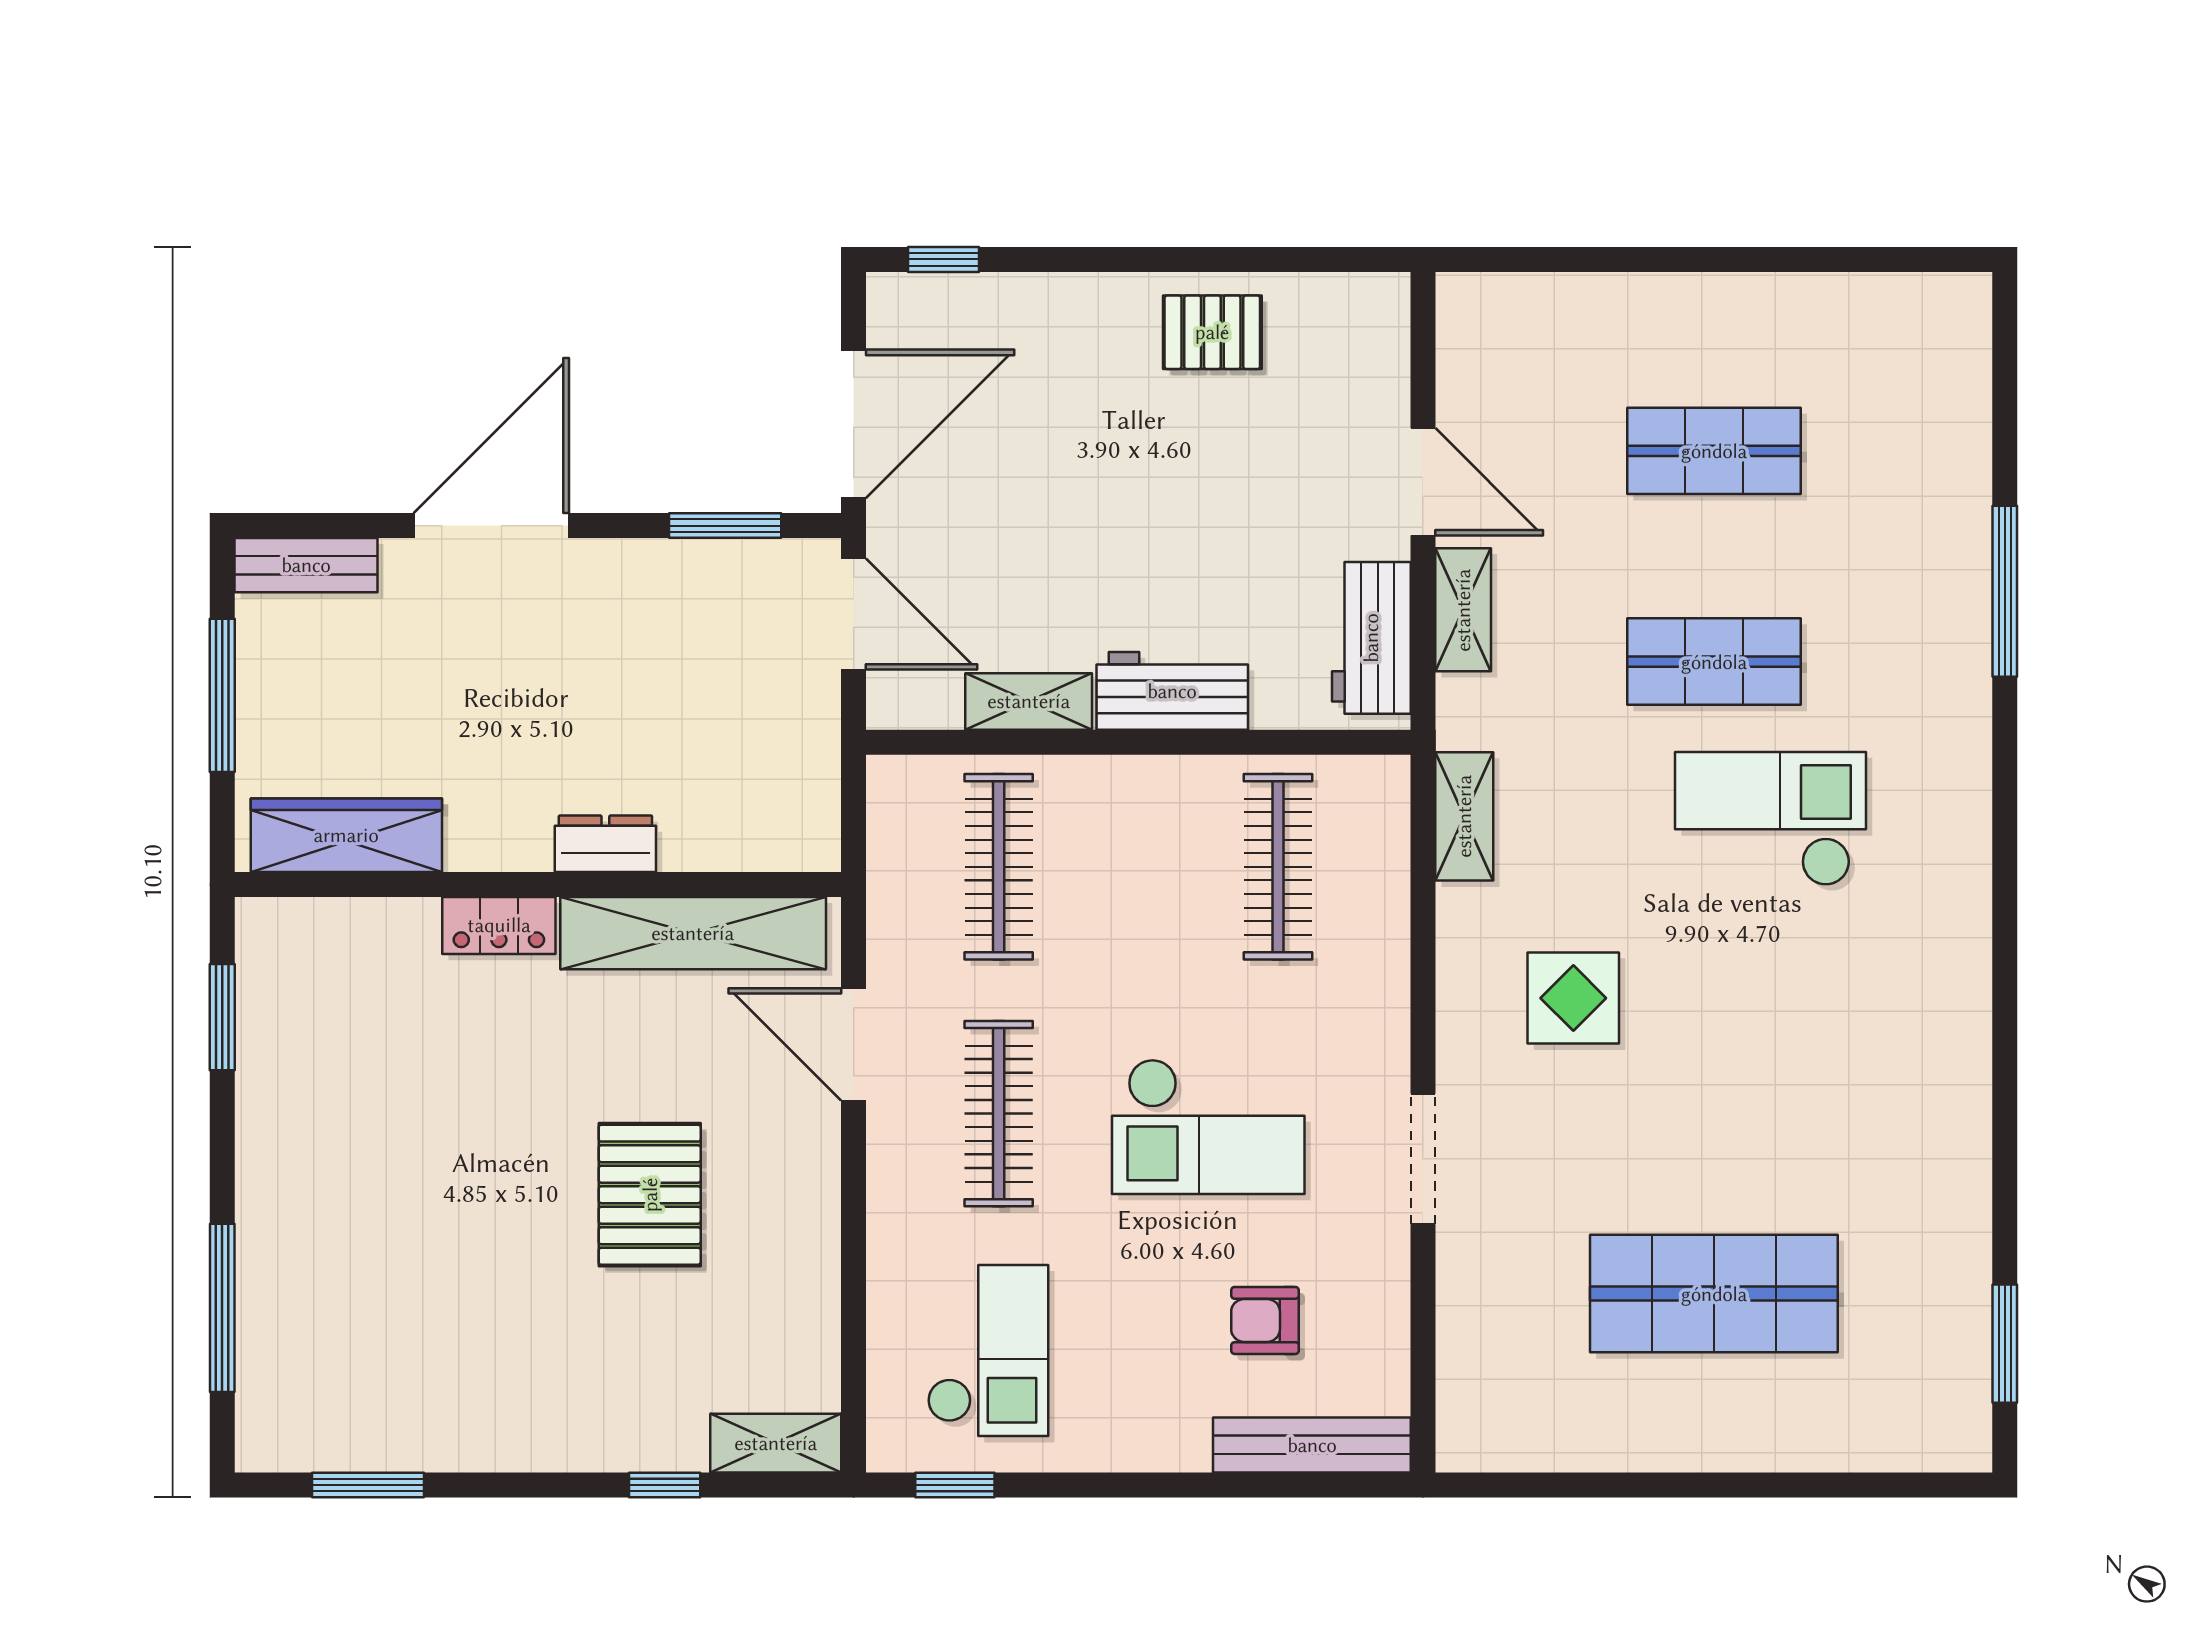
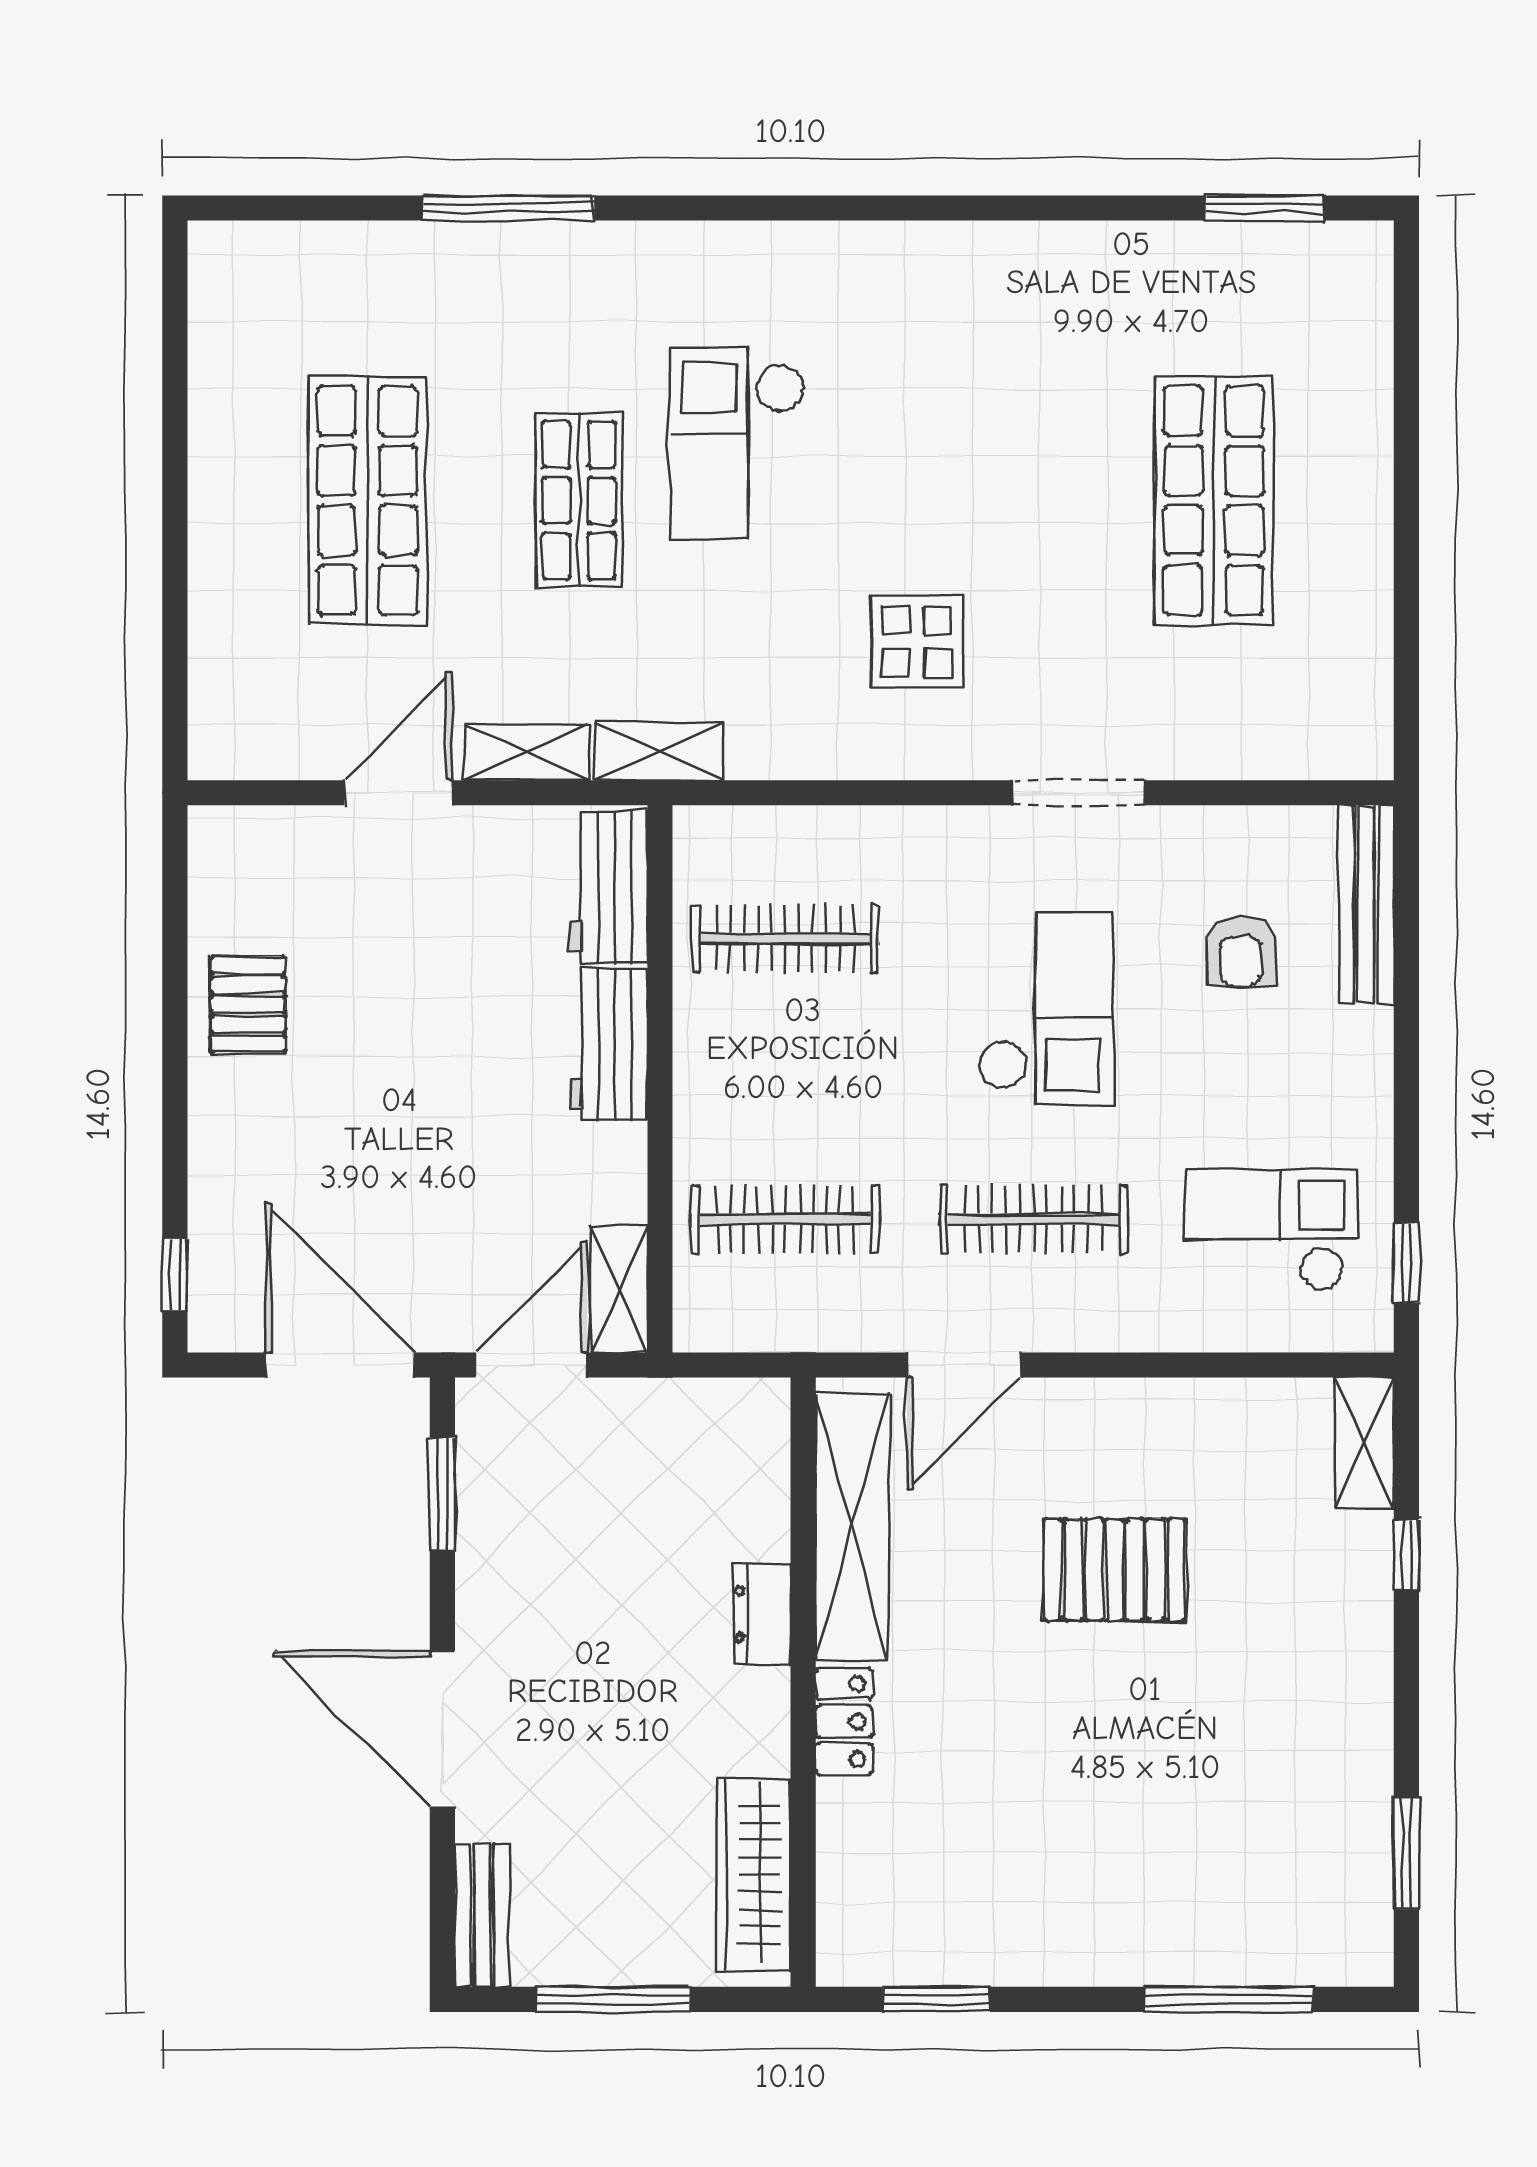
shop shelf: (1714, 451) -> (367, 500), width x1.43, depth x1.36
workbench: (1371, 638) -> (608, 887), moved, turned 90
shelving: (1029, 701) -> (619, 1289), moved
shelving: (1464, 816) -> (658, 751), moved

